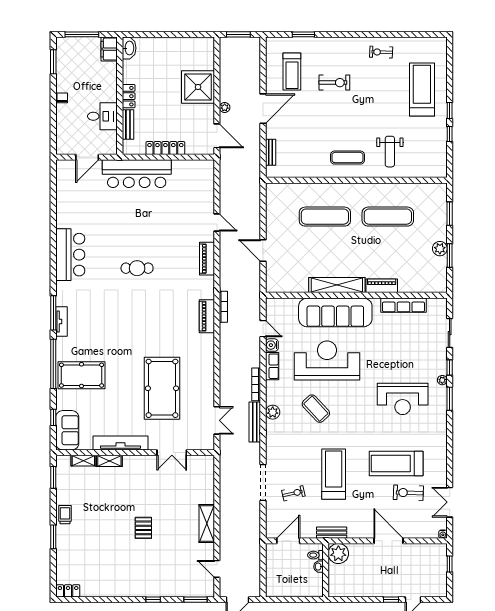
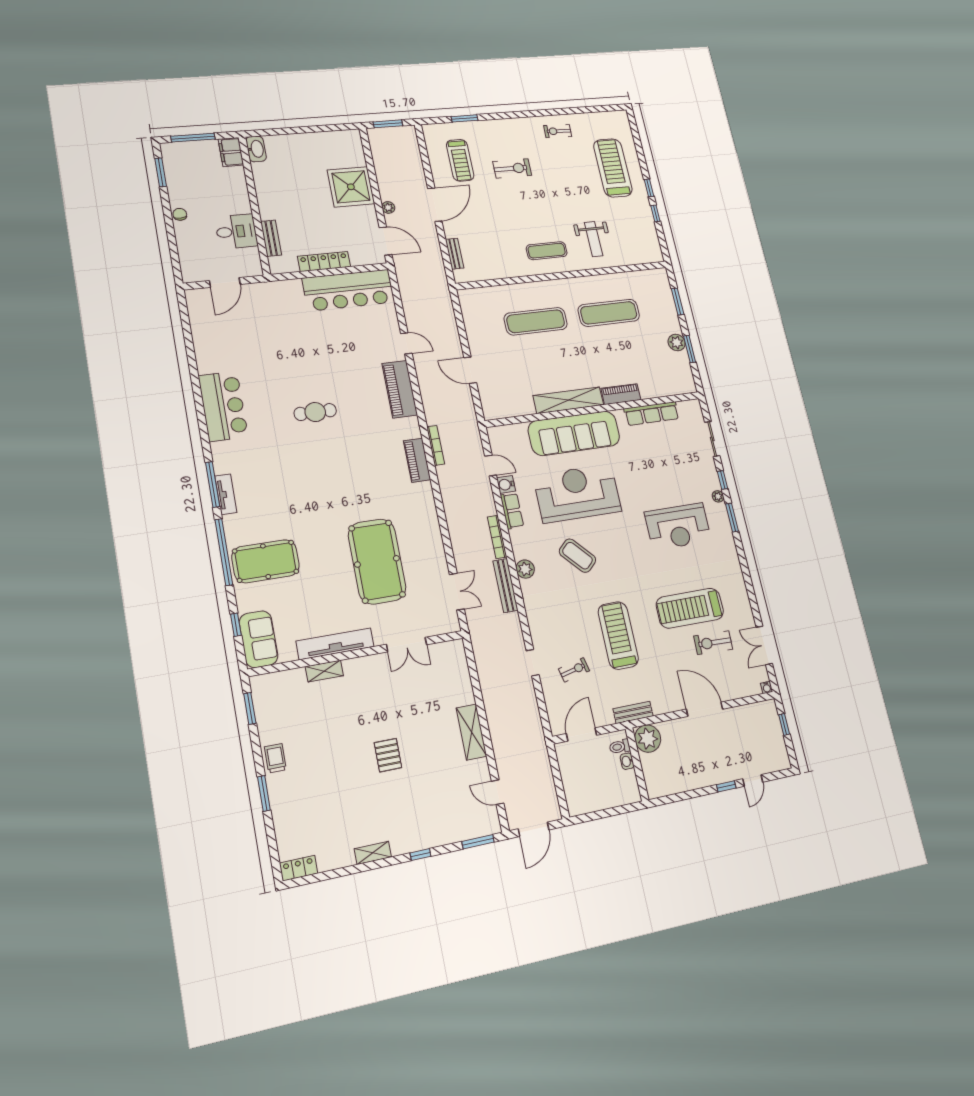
locker: (129, 96) -> (266, 205), removed
bar counter: (137, 174) -> (348, 290), moved
piano: (207, 259) -> (400, 389), width x1.37, depth x1.33
shelving: (83, 461) -> (373, 853), moved
doorway: (263, 482) -> (533, 663), width x0.53

